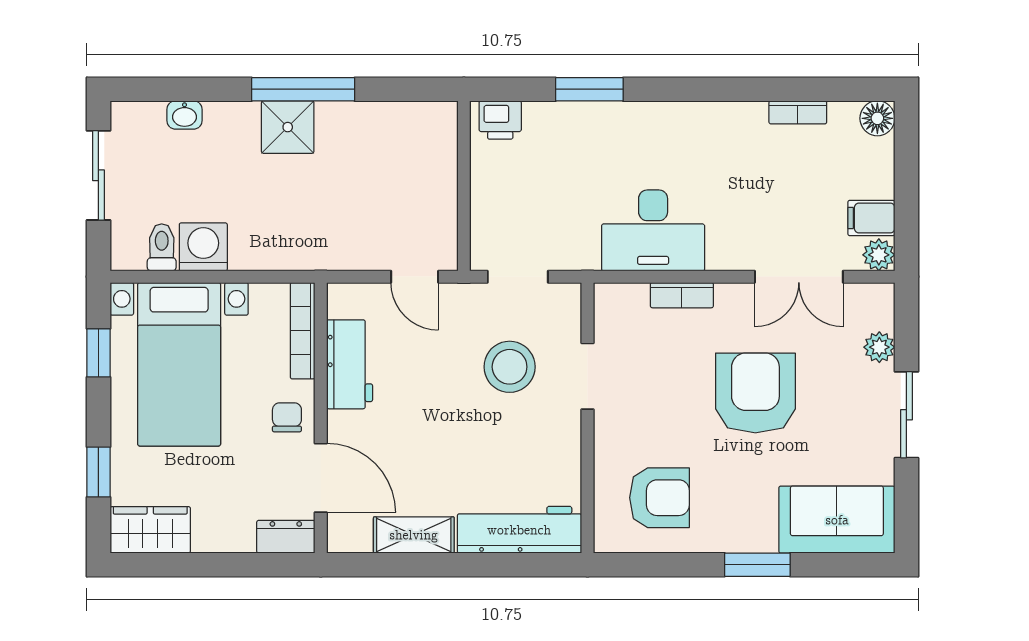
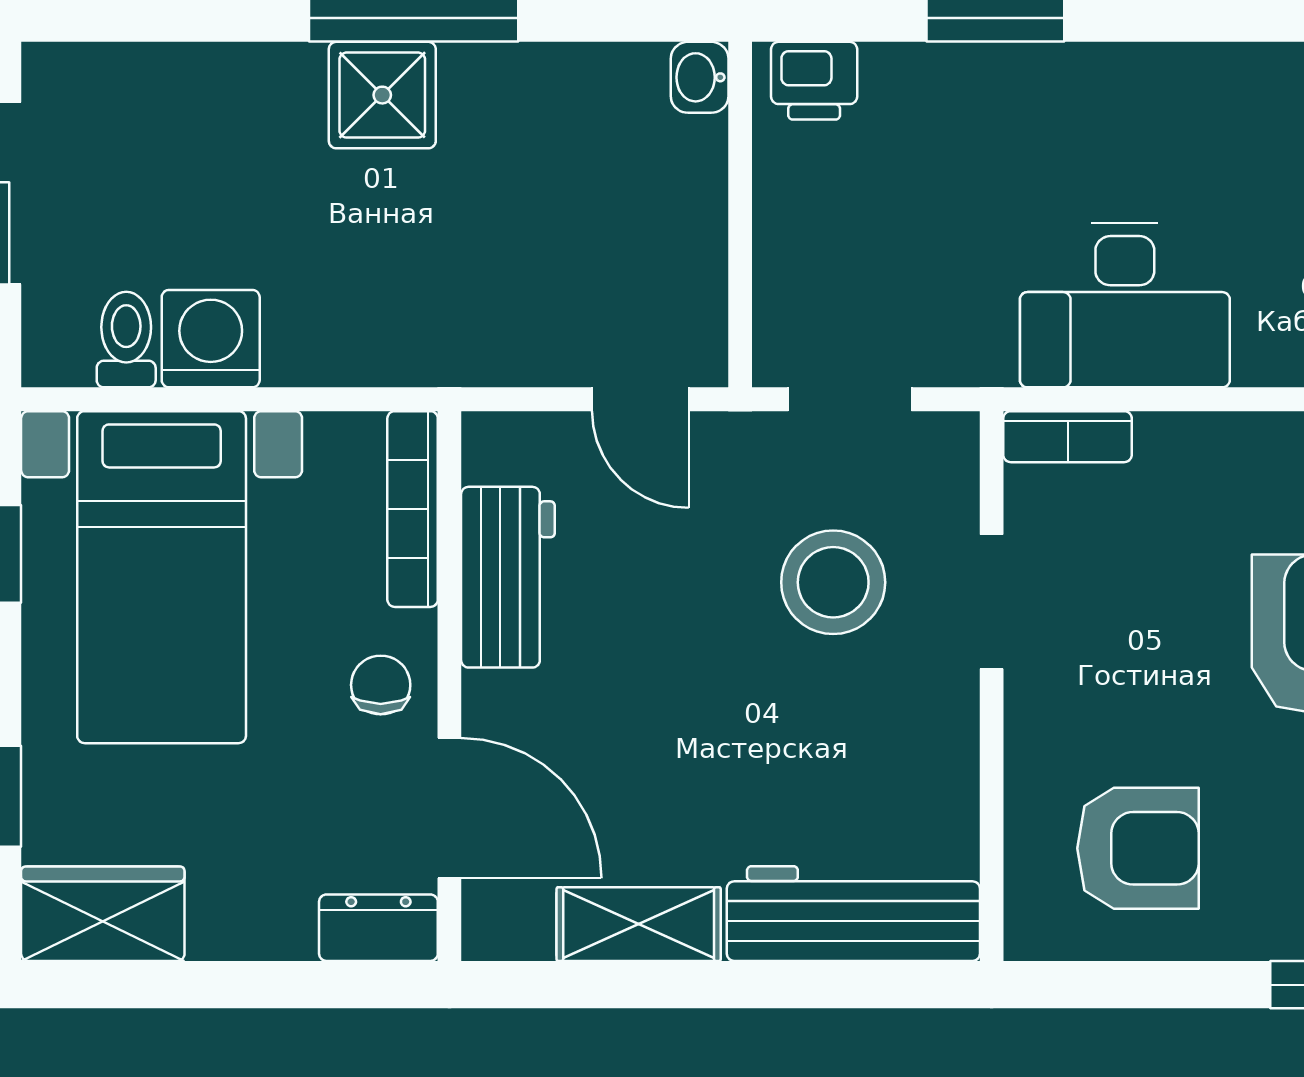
washbasin: (184, 115) -> (700, 77), moved, turned 90
bookcase: (682, 295) -> (1068, 437), moved

